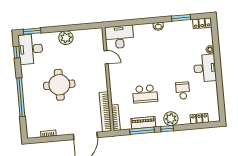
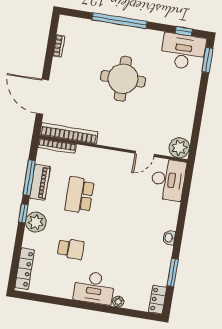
plant: (66, 38) -> (179, 148), moved
locker: (199, 119) -> (25, 269), width x1.53

